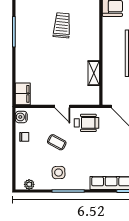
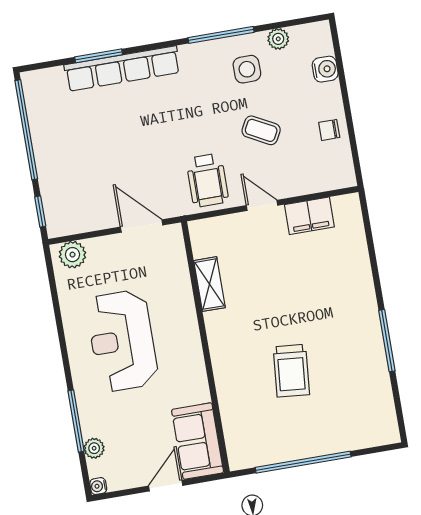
filing cabinet: (23, 94) -> (309, 216), moved, turned -90
water cooler: (21, 117) -> (325, 69), moved
wheelchair: (86, 123) -> (207, 180), turned -90
plant: (29, 184) -> (278, 39), moved

